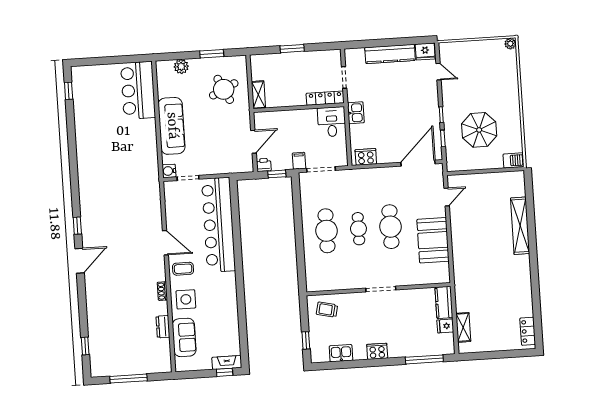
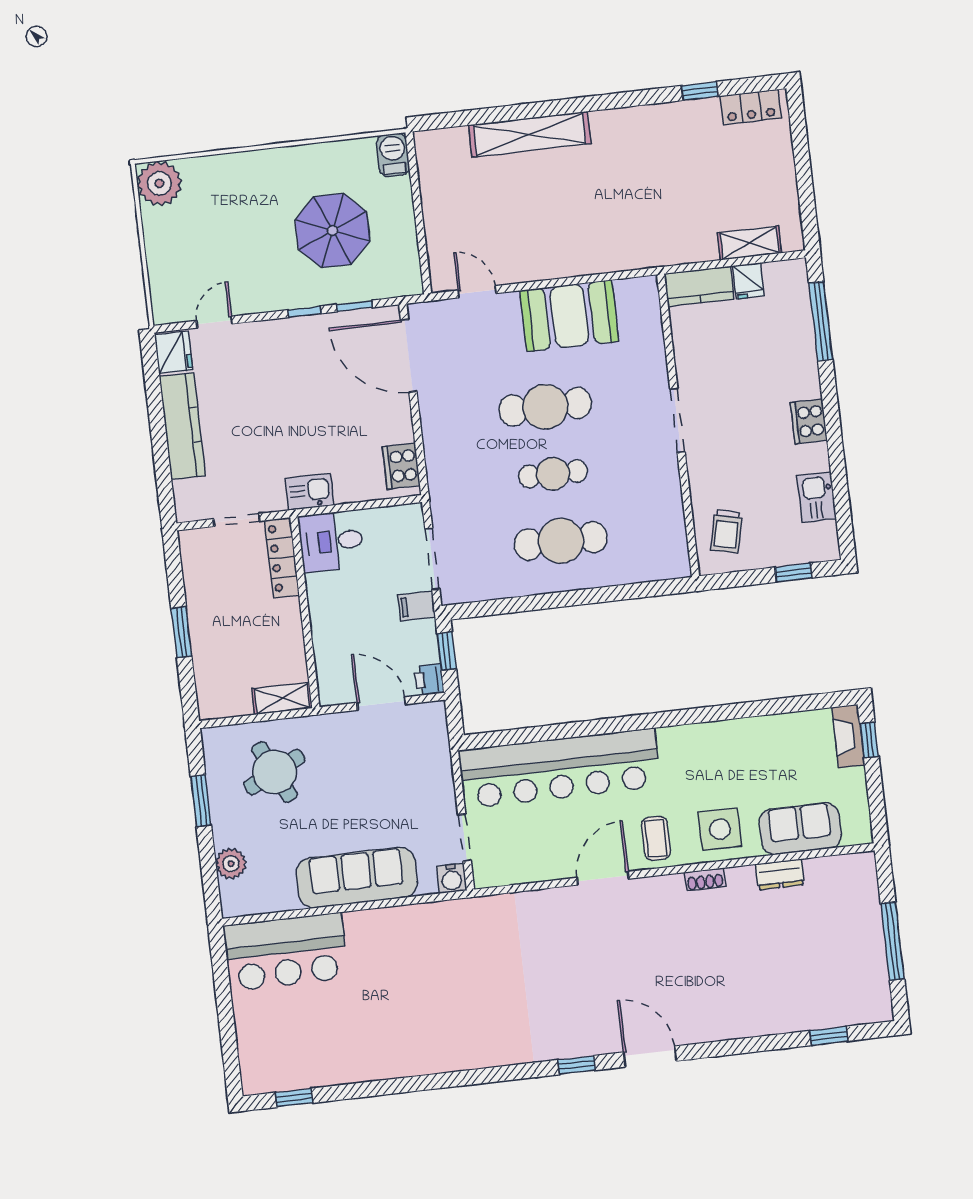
plant: (510, 44) -> (159, 183), width x1.87, depth x1.87
window: (537, 308) -> (700, 91), added

